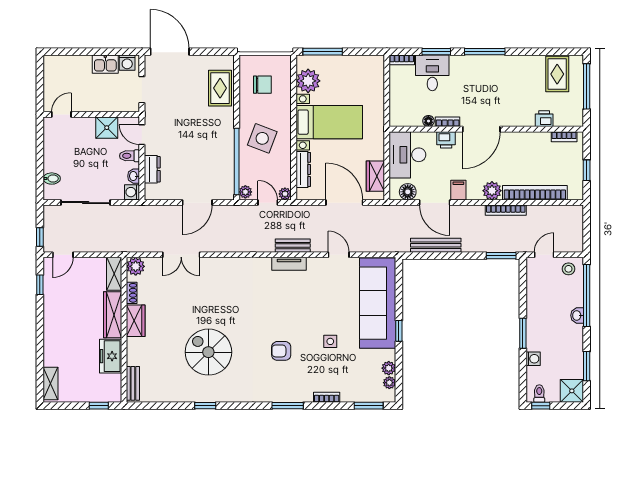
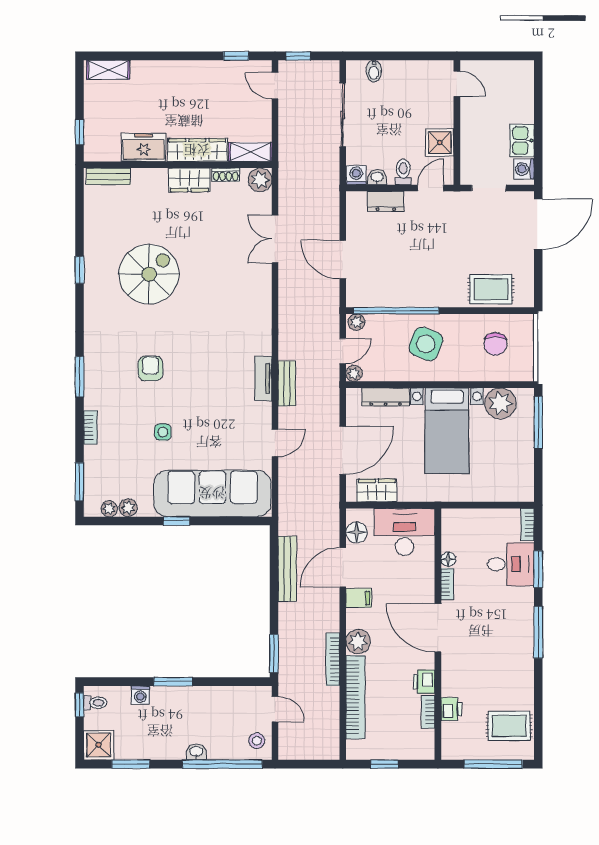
bookcase: (564, 137) -> (428, 712), moved
printer: (446, 140) -> (424, 682), moved

